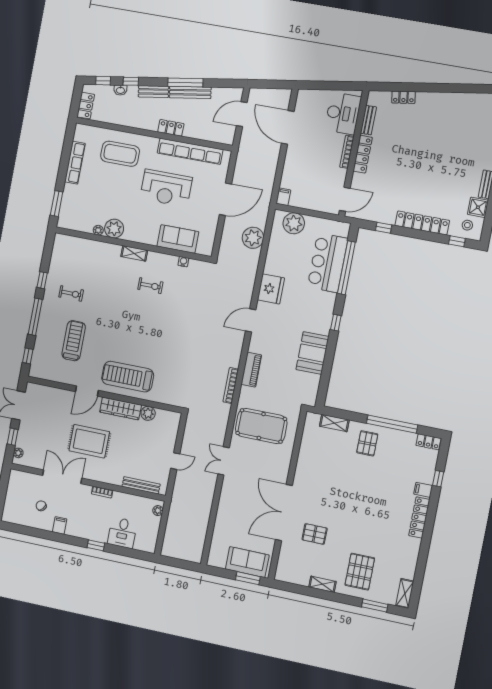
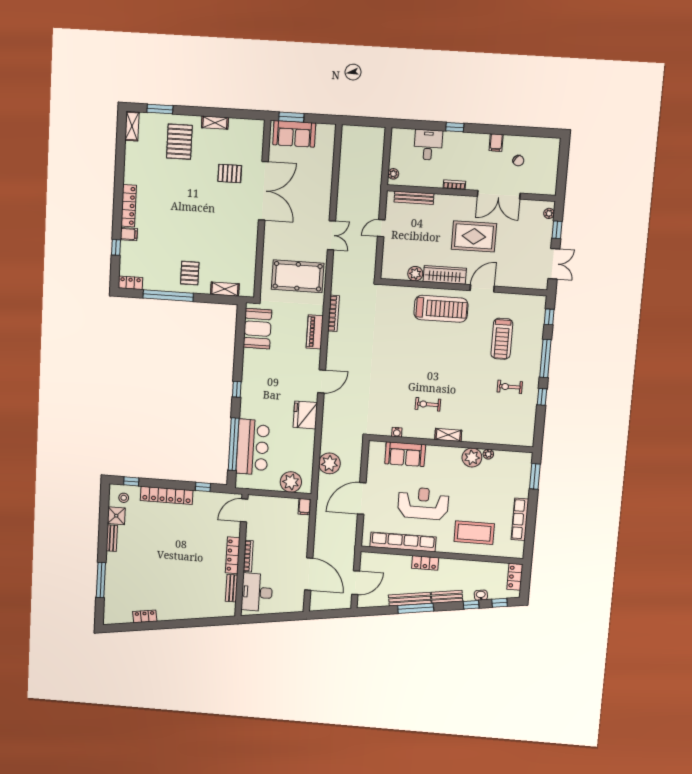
locker: (403, 97) -> (145, 616), moved
booth: (312, 353) -> (257, 329), moved

